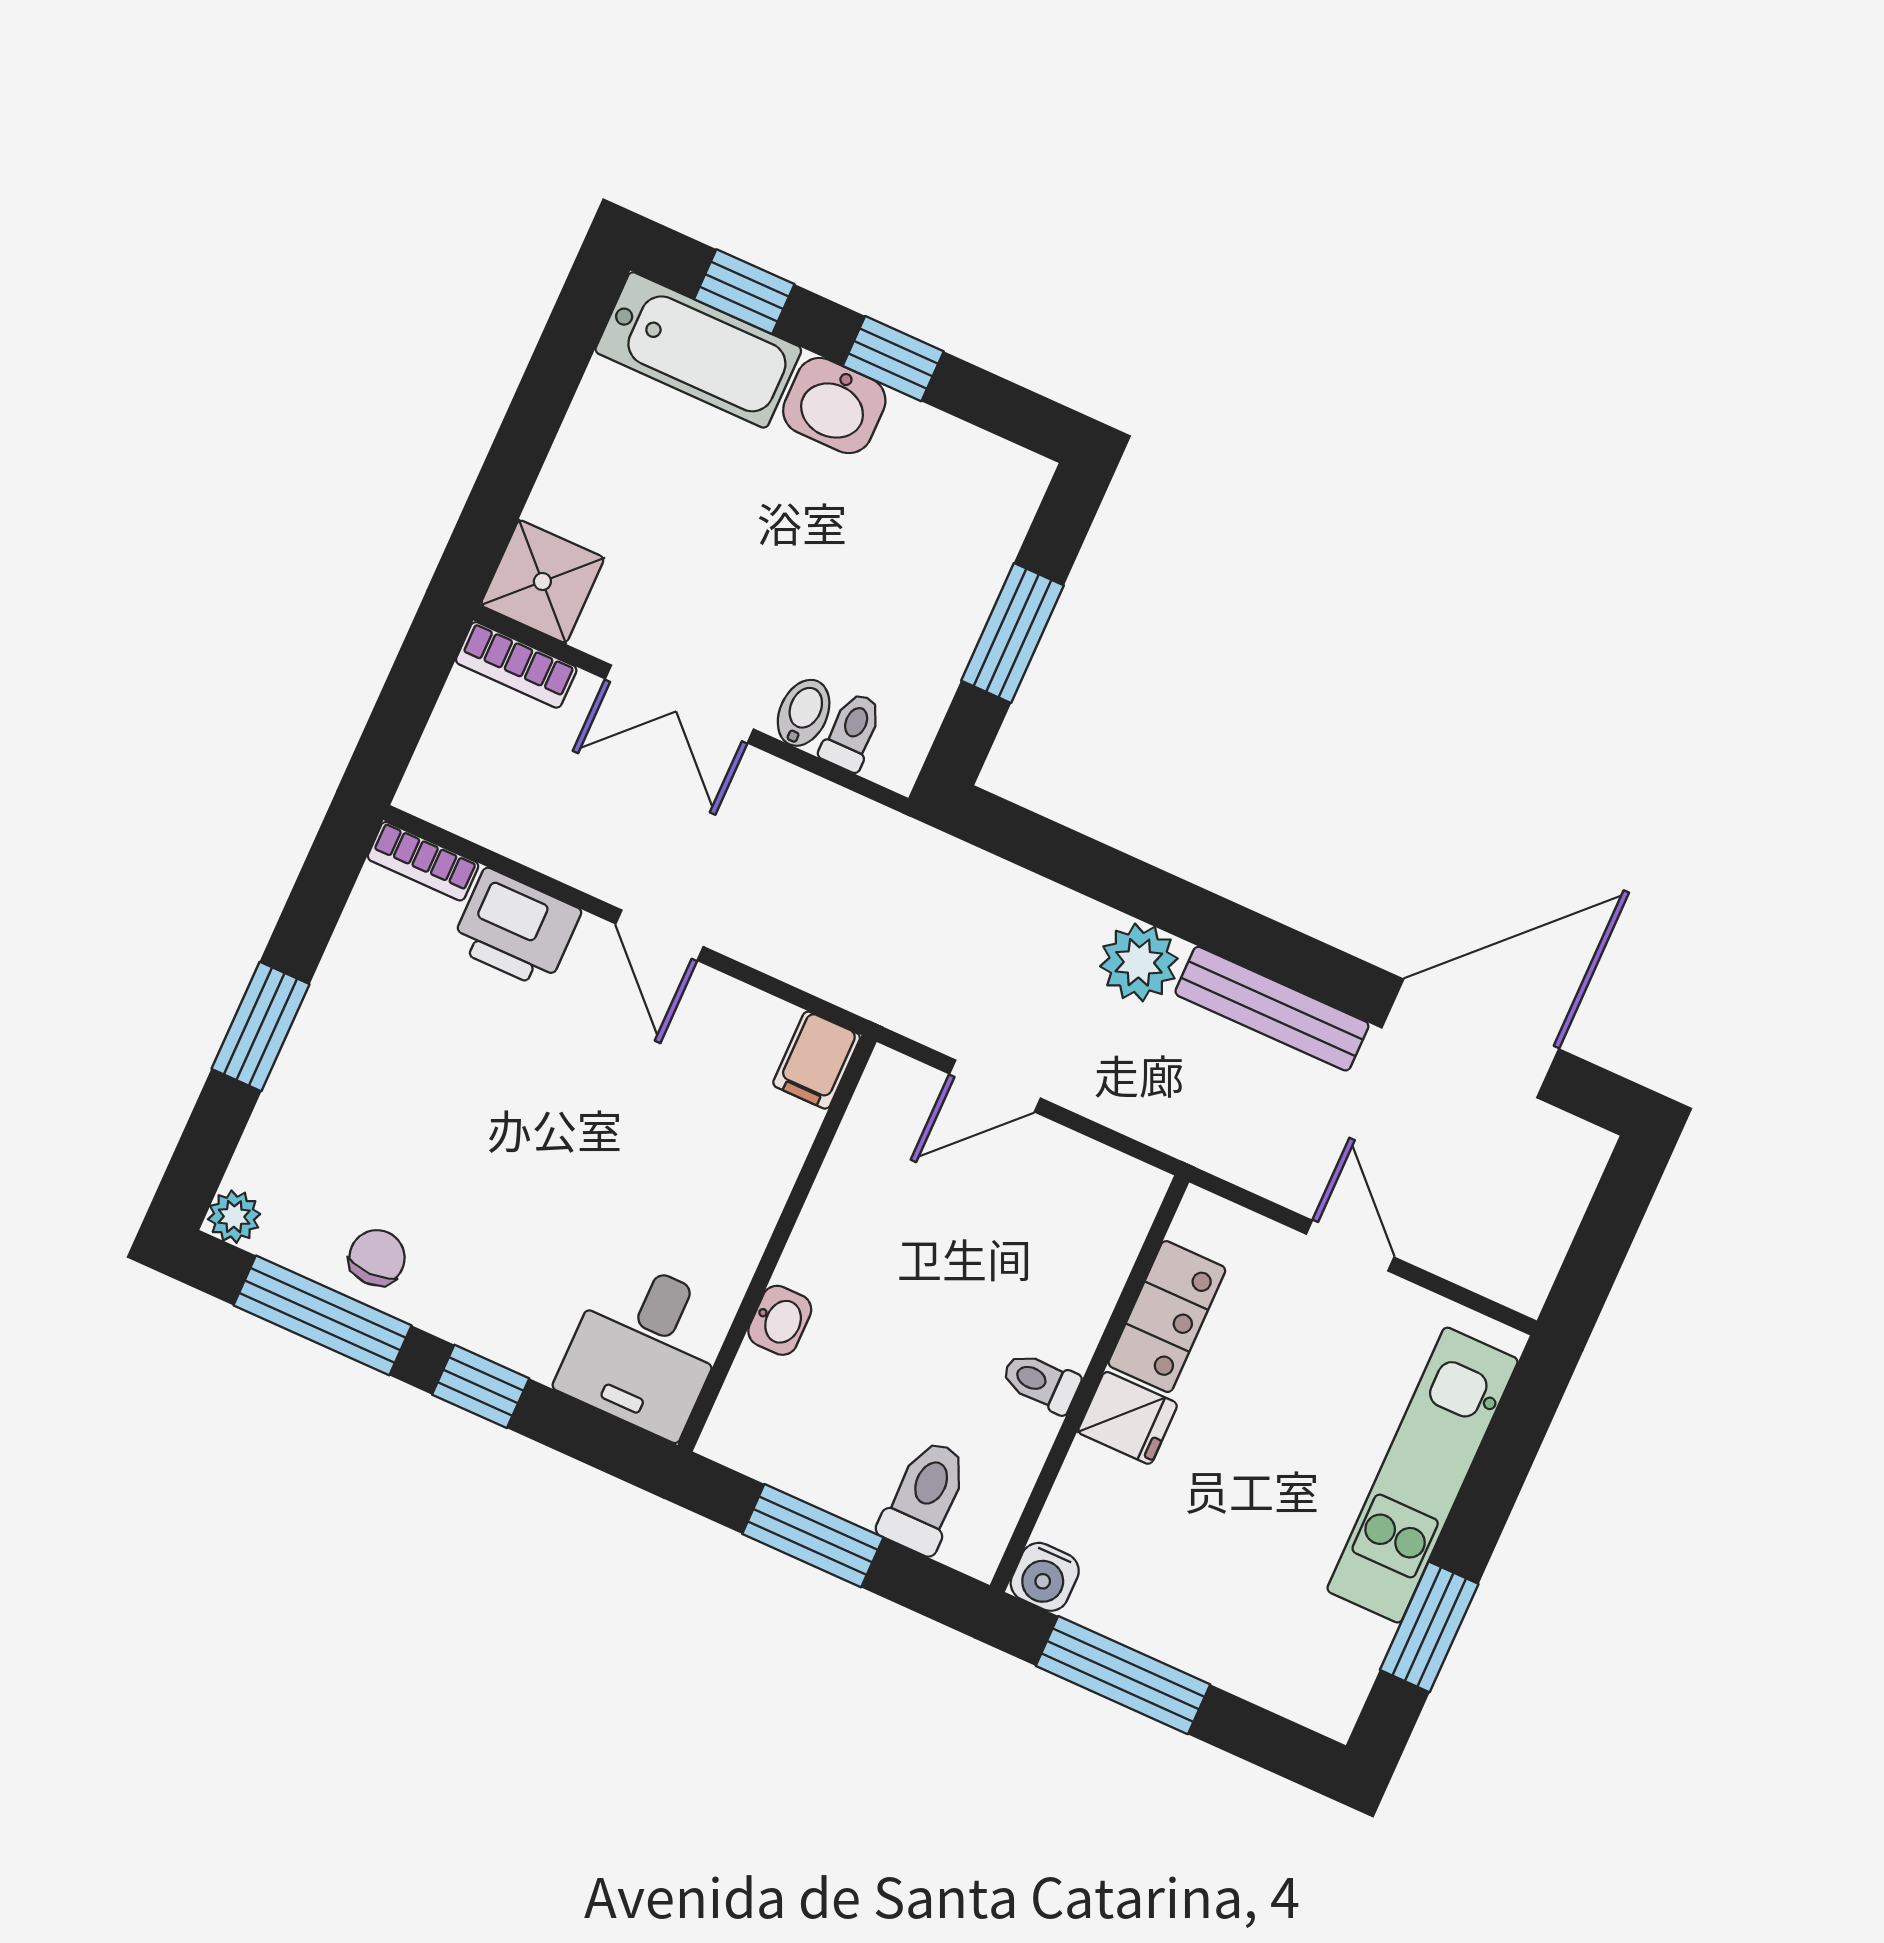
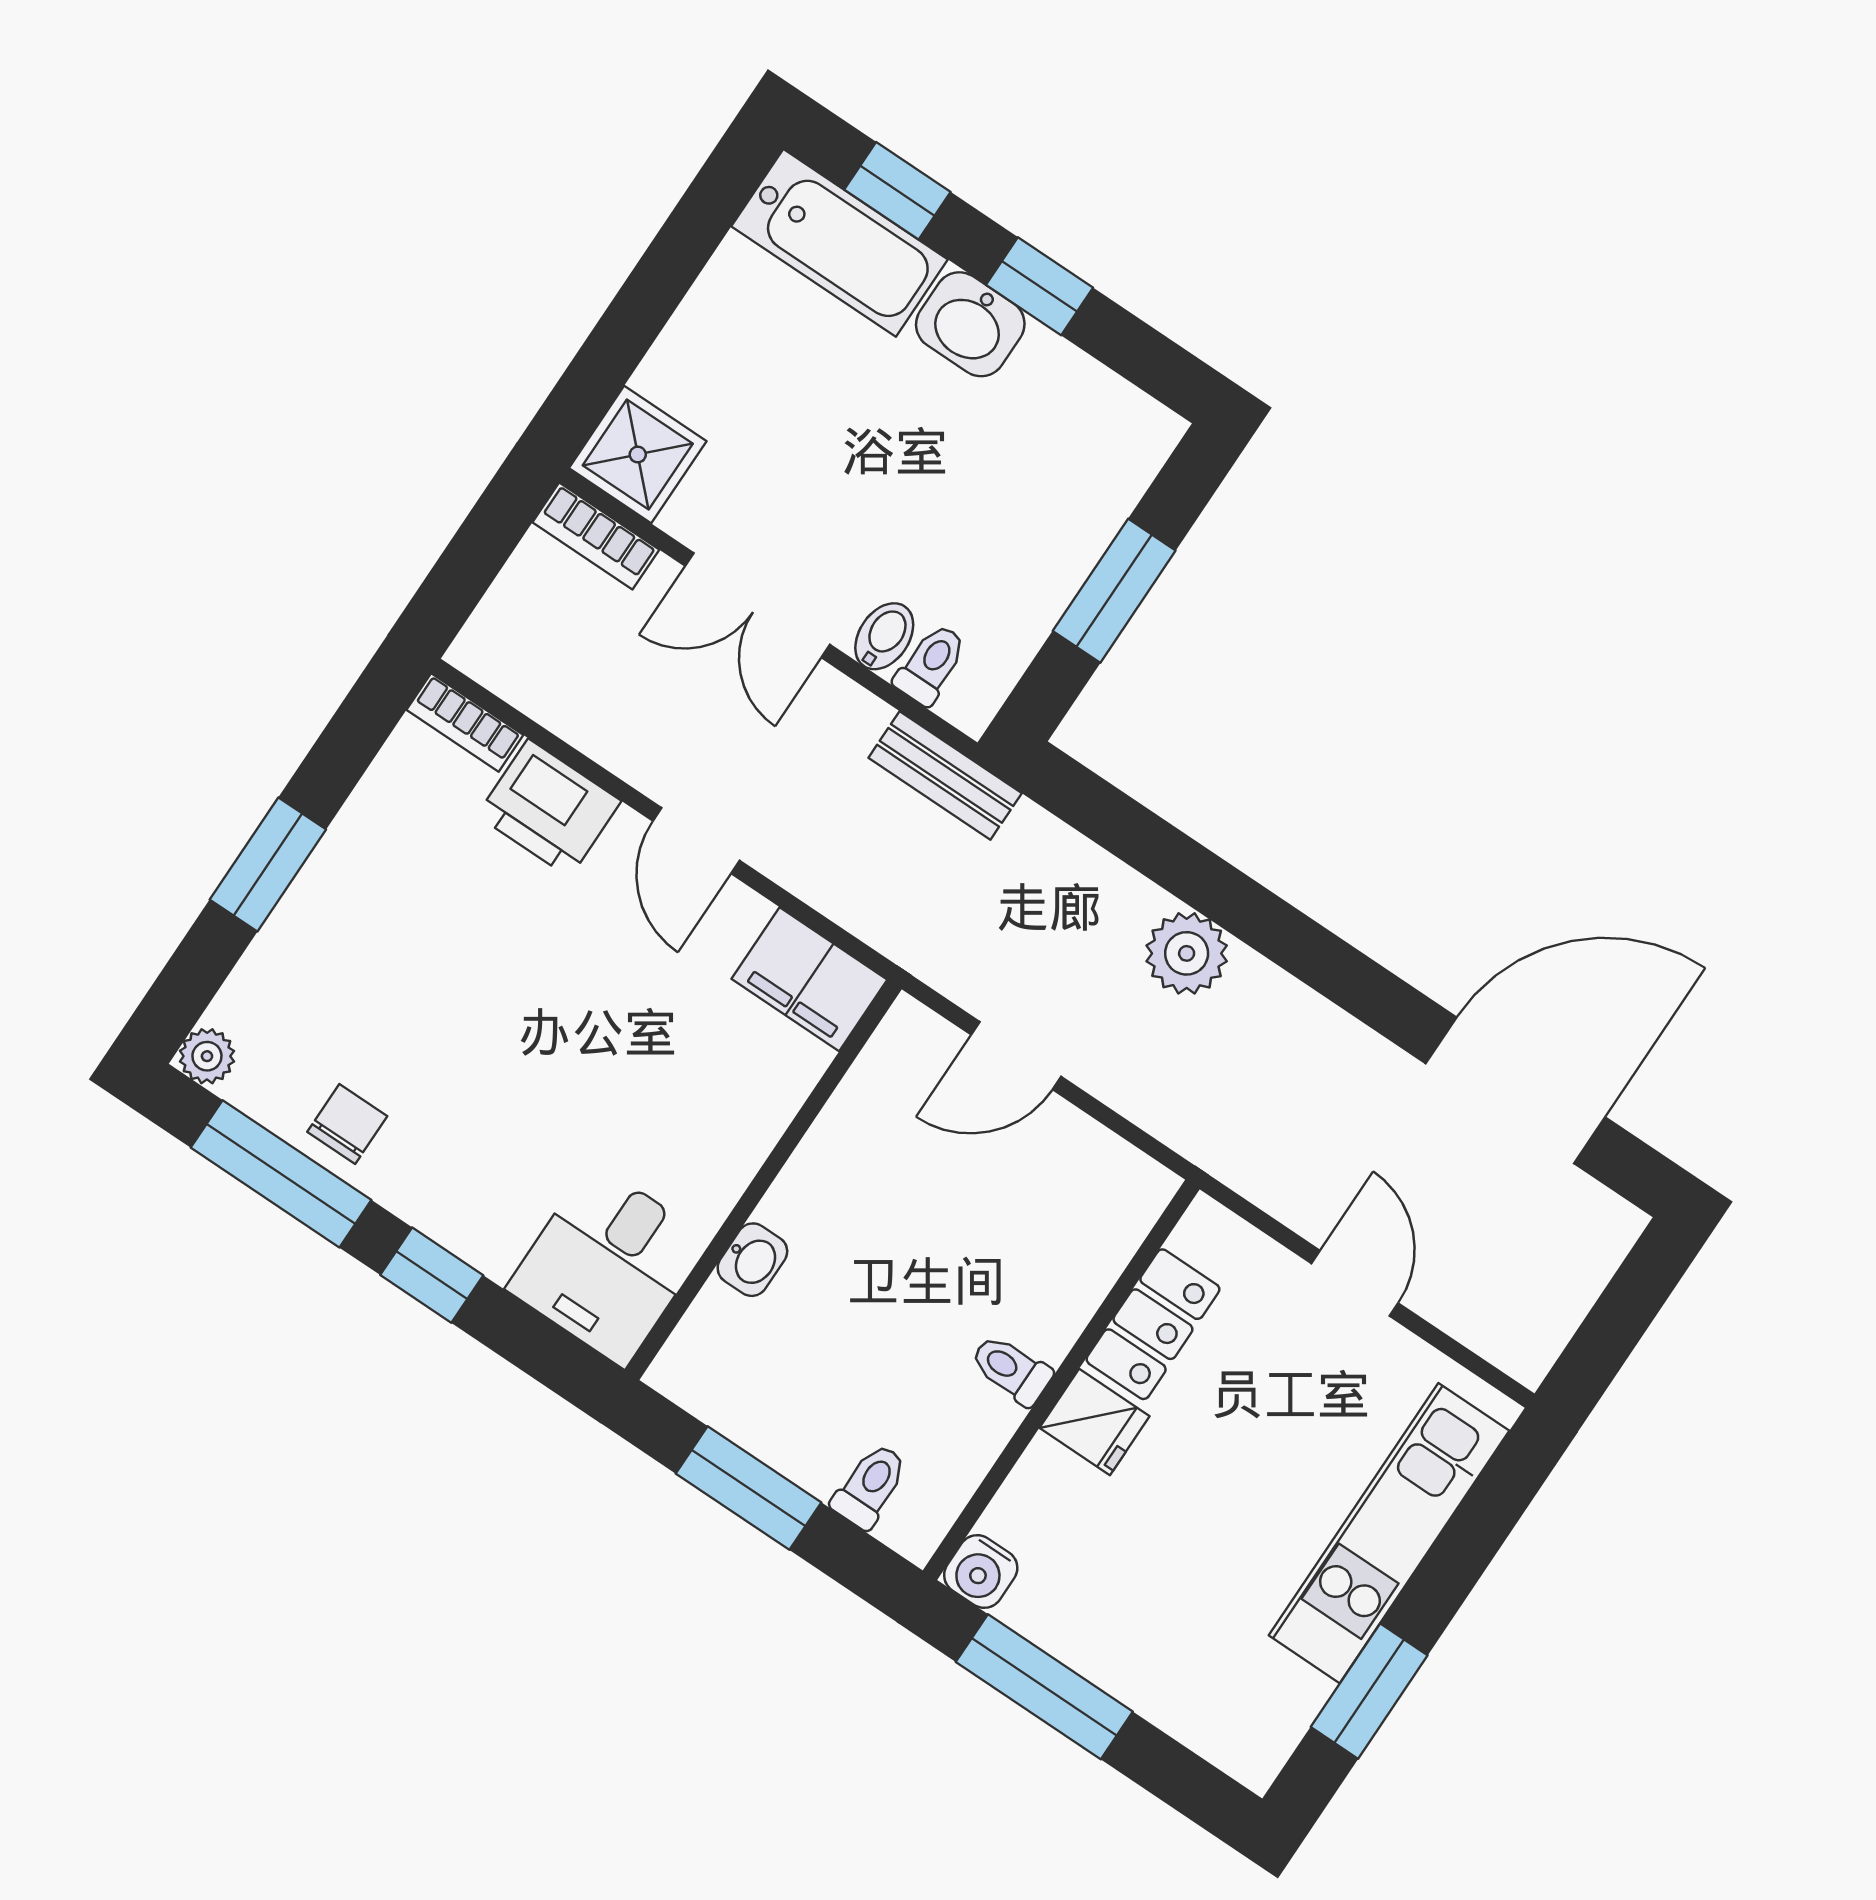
bench: (1272, 1009) -> (945, 775), moved, width x0.73
filing cabinet: (817, 1060) -> (809, 979), width x2.00
toilet: (925, 1497) -> (870, 1486), width x0.73, depth x0.72

